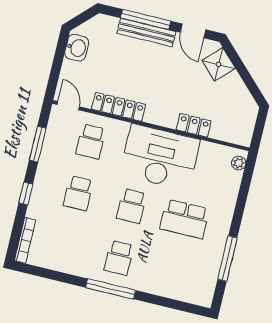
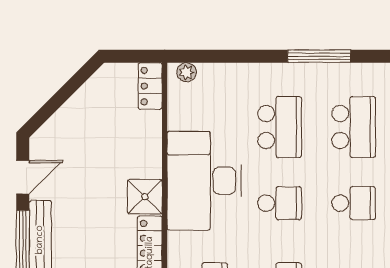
shower: (219, 64) -> (145, 197), moved, turned 45
locker: (194, 125) -> (150, 86), moved
school desk: (172, 271) -> (354, 127), added

